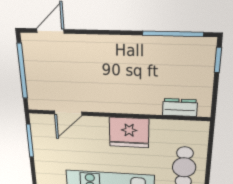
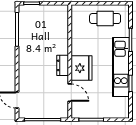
dresser: (180, 108) -> (63, 65), moved
fridge: (129, 132) -> (81, 68), moved

